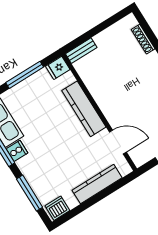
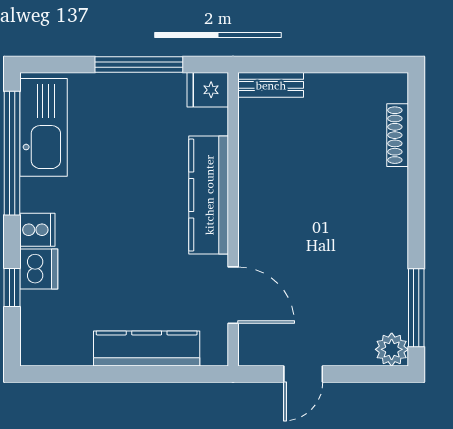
cooker: (17, 151) -> (37, 230), moved
window: (30, 193) -> (12, 288), width x0.46
dishwasher: (57, 208) -> (39, 269), moved, turned 90

